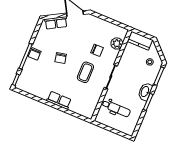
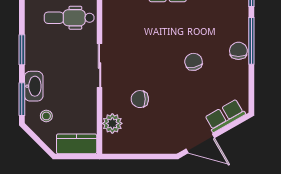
coffee table: (85, 72) -> (144, 56), removed
washbasin: (145, 92) -> (34, 86), moved

